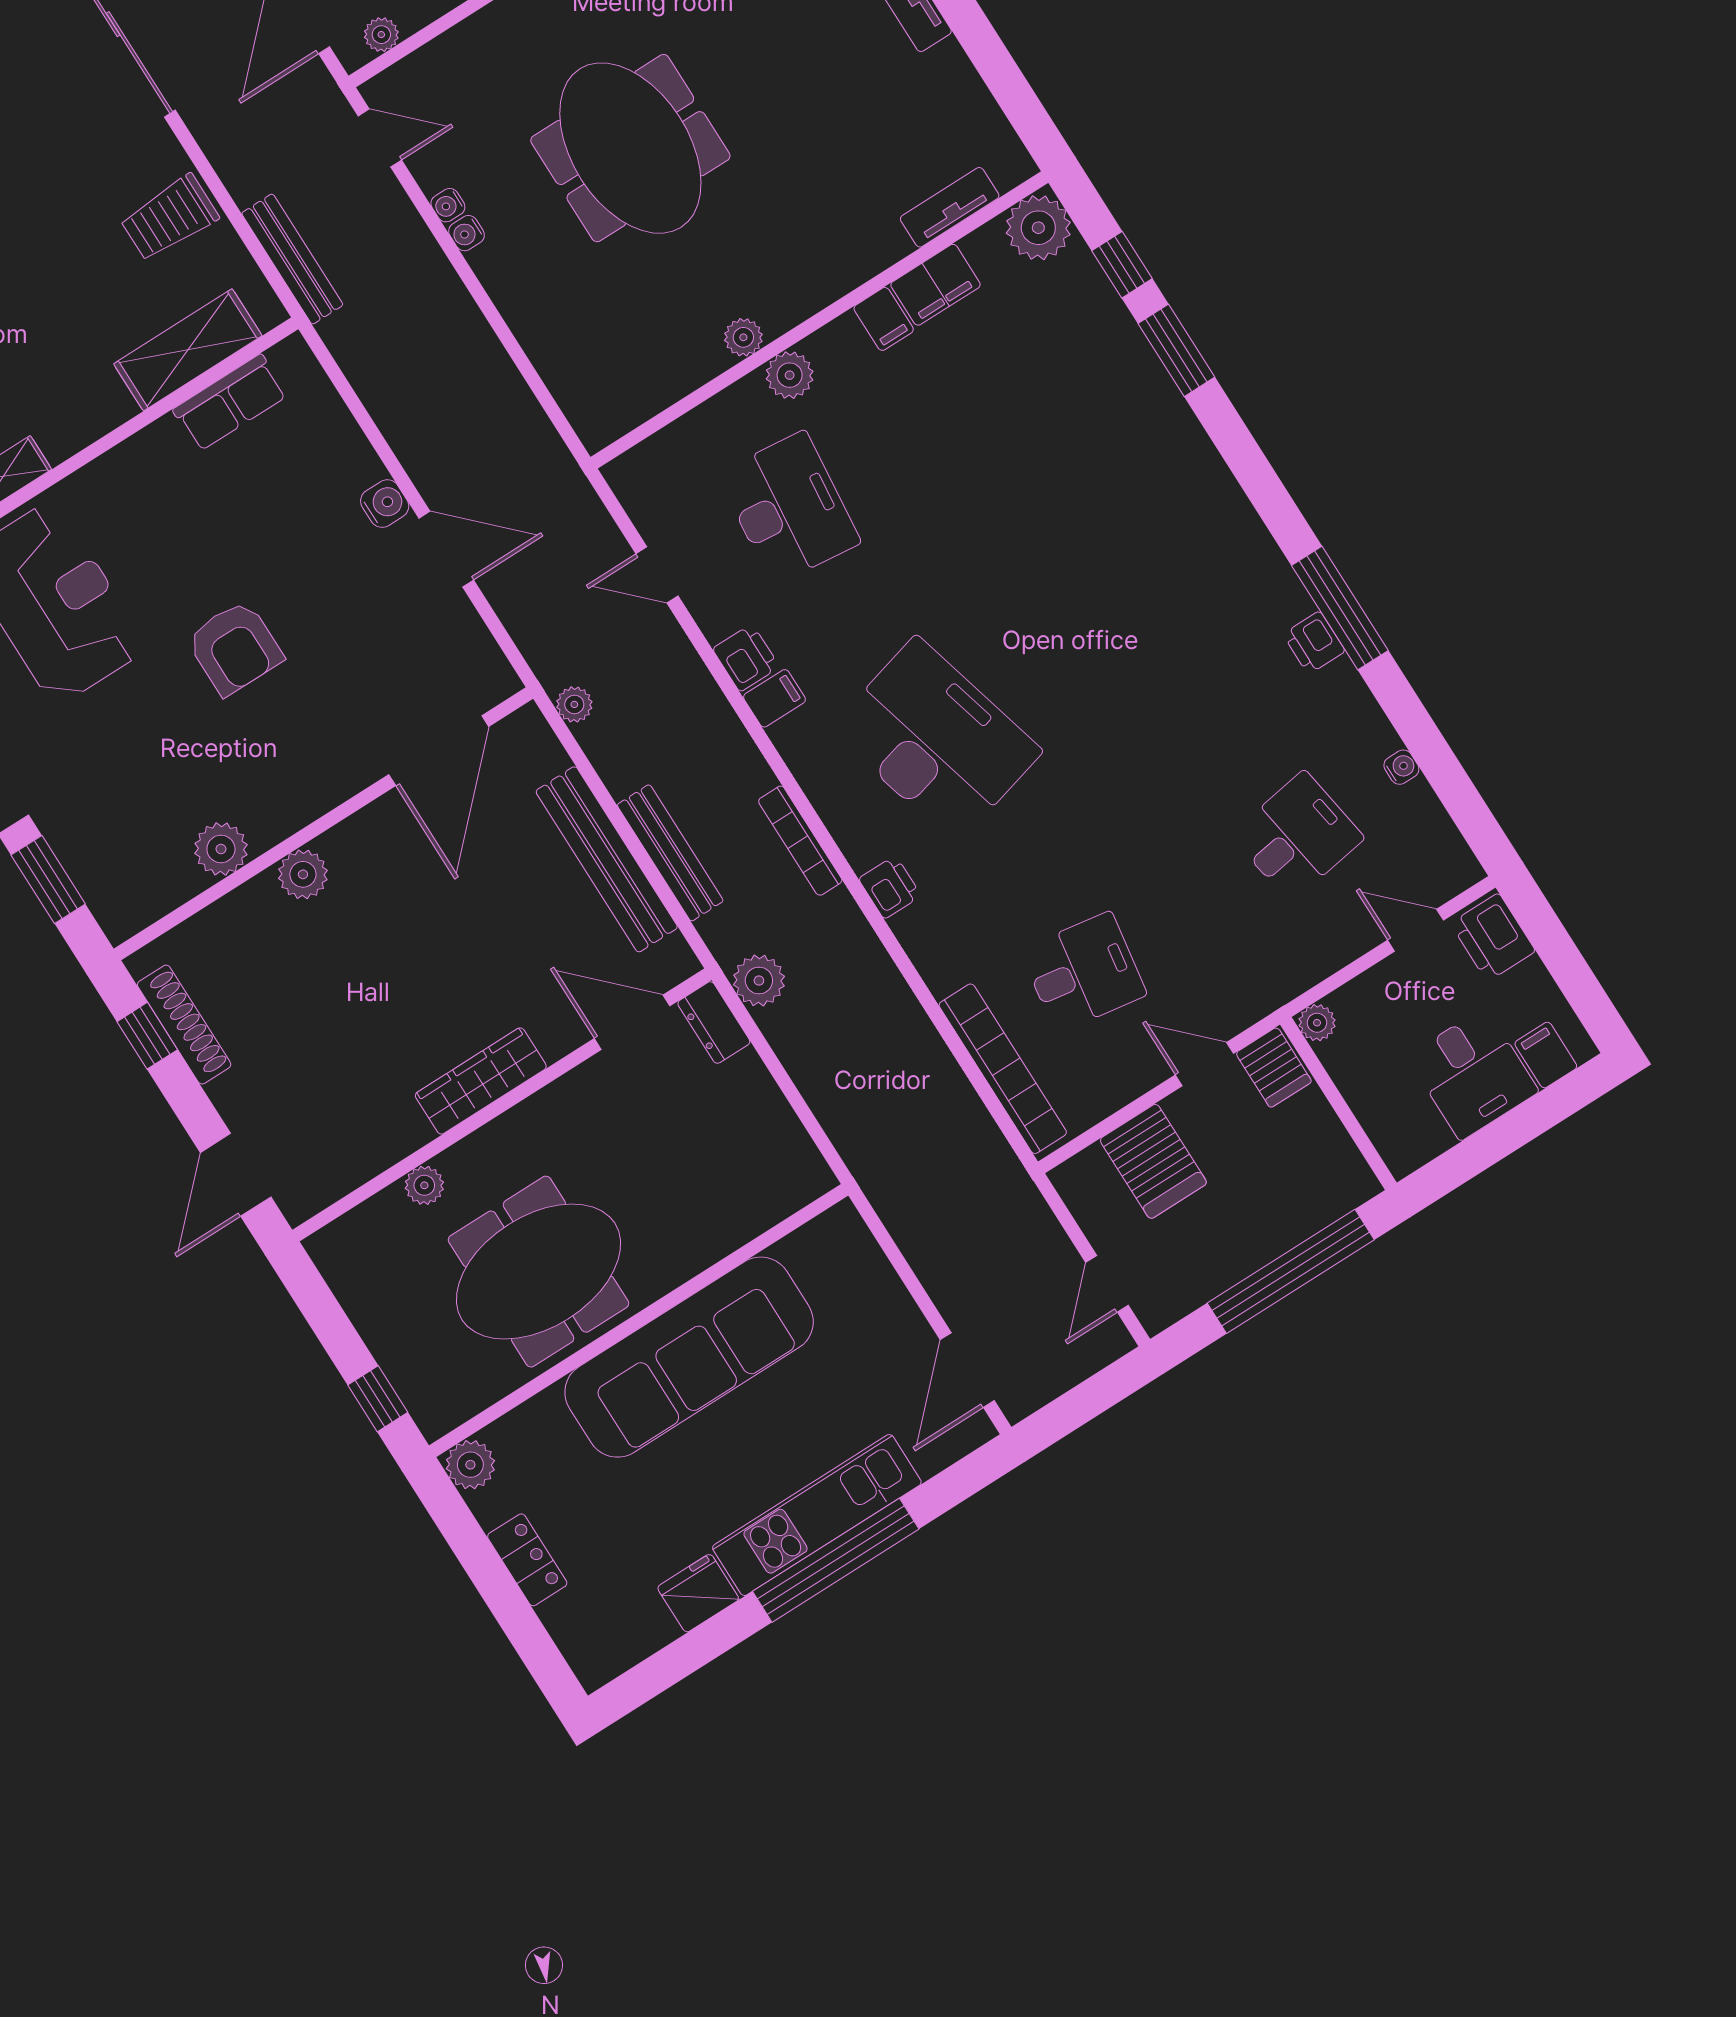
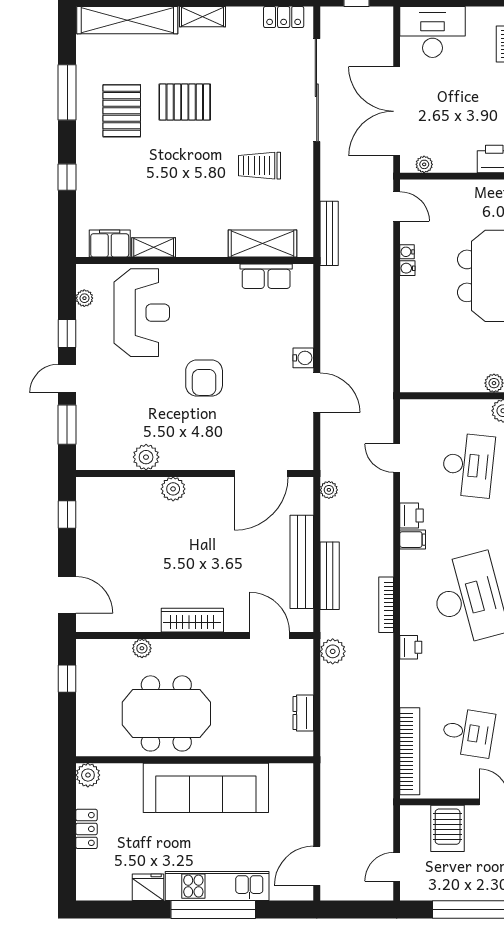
trolley: (169, 218) -> (260, 166), moved
dresser: (714, 1023) -> (303, 713), moved
shoe rack: (184, 1025) -> (85, 520), removed
door: (236, 1175) -> (67, 595), swing flipped
window: (378, 1399) -> (67, 679), moved

